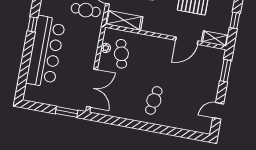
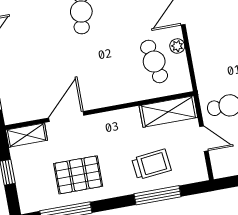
plant: (106, 48) -> (177, 46), moved

